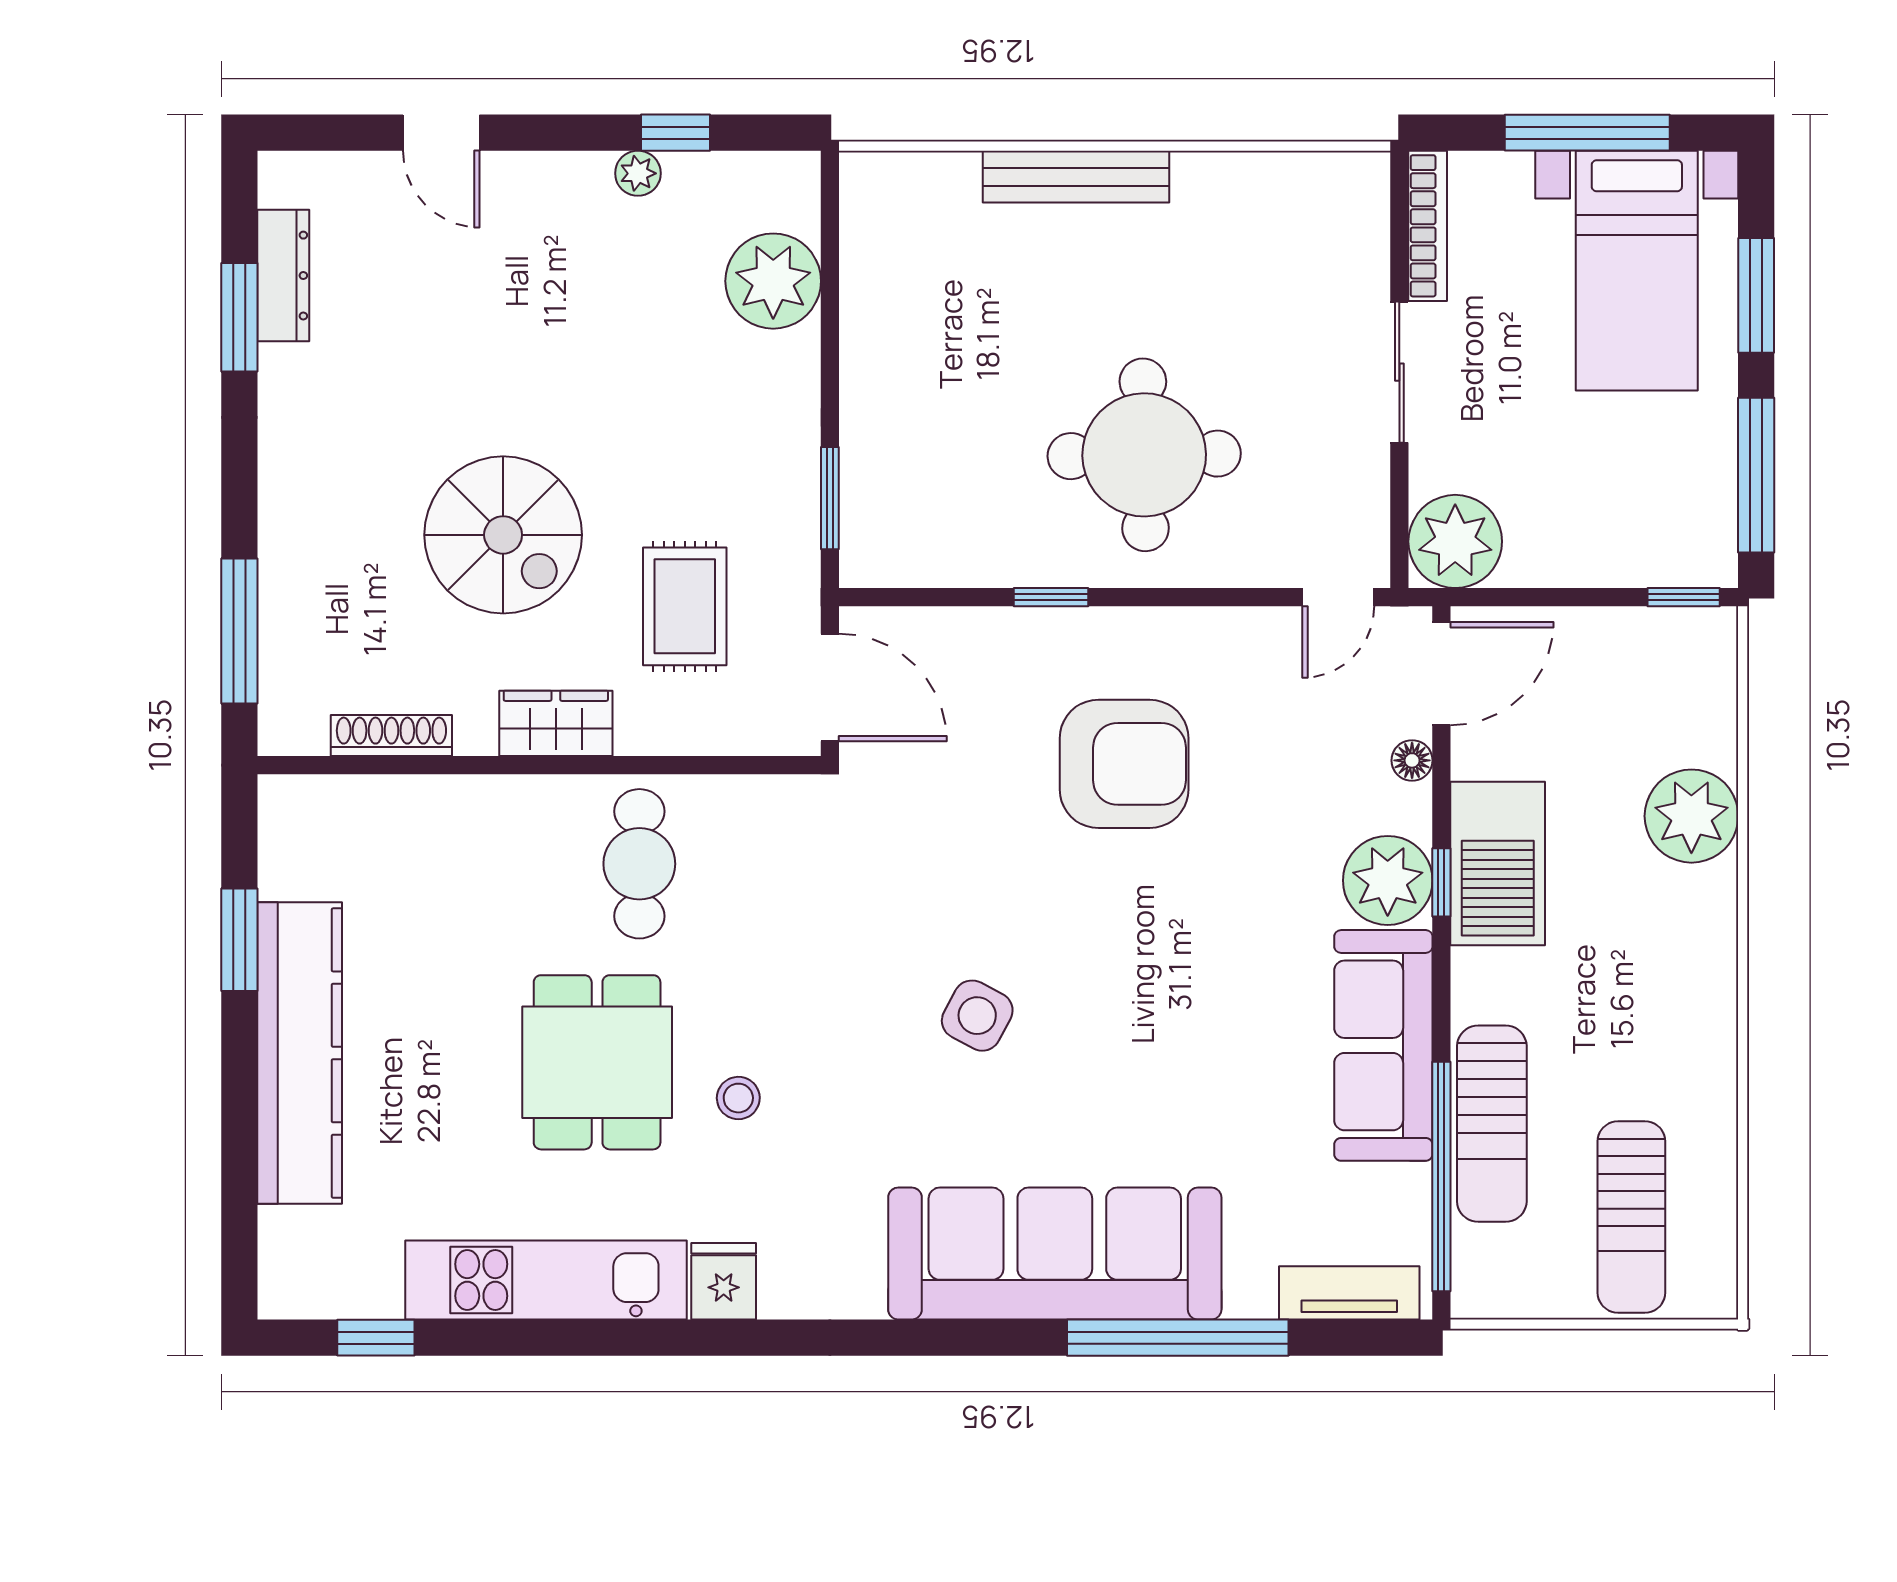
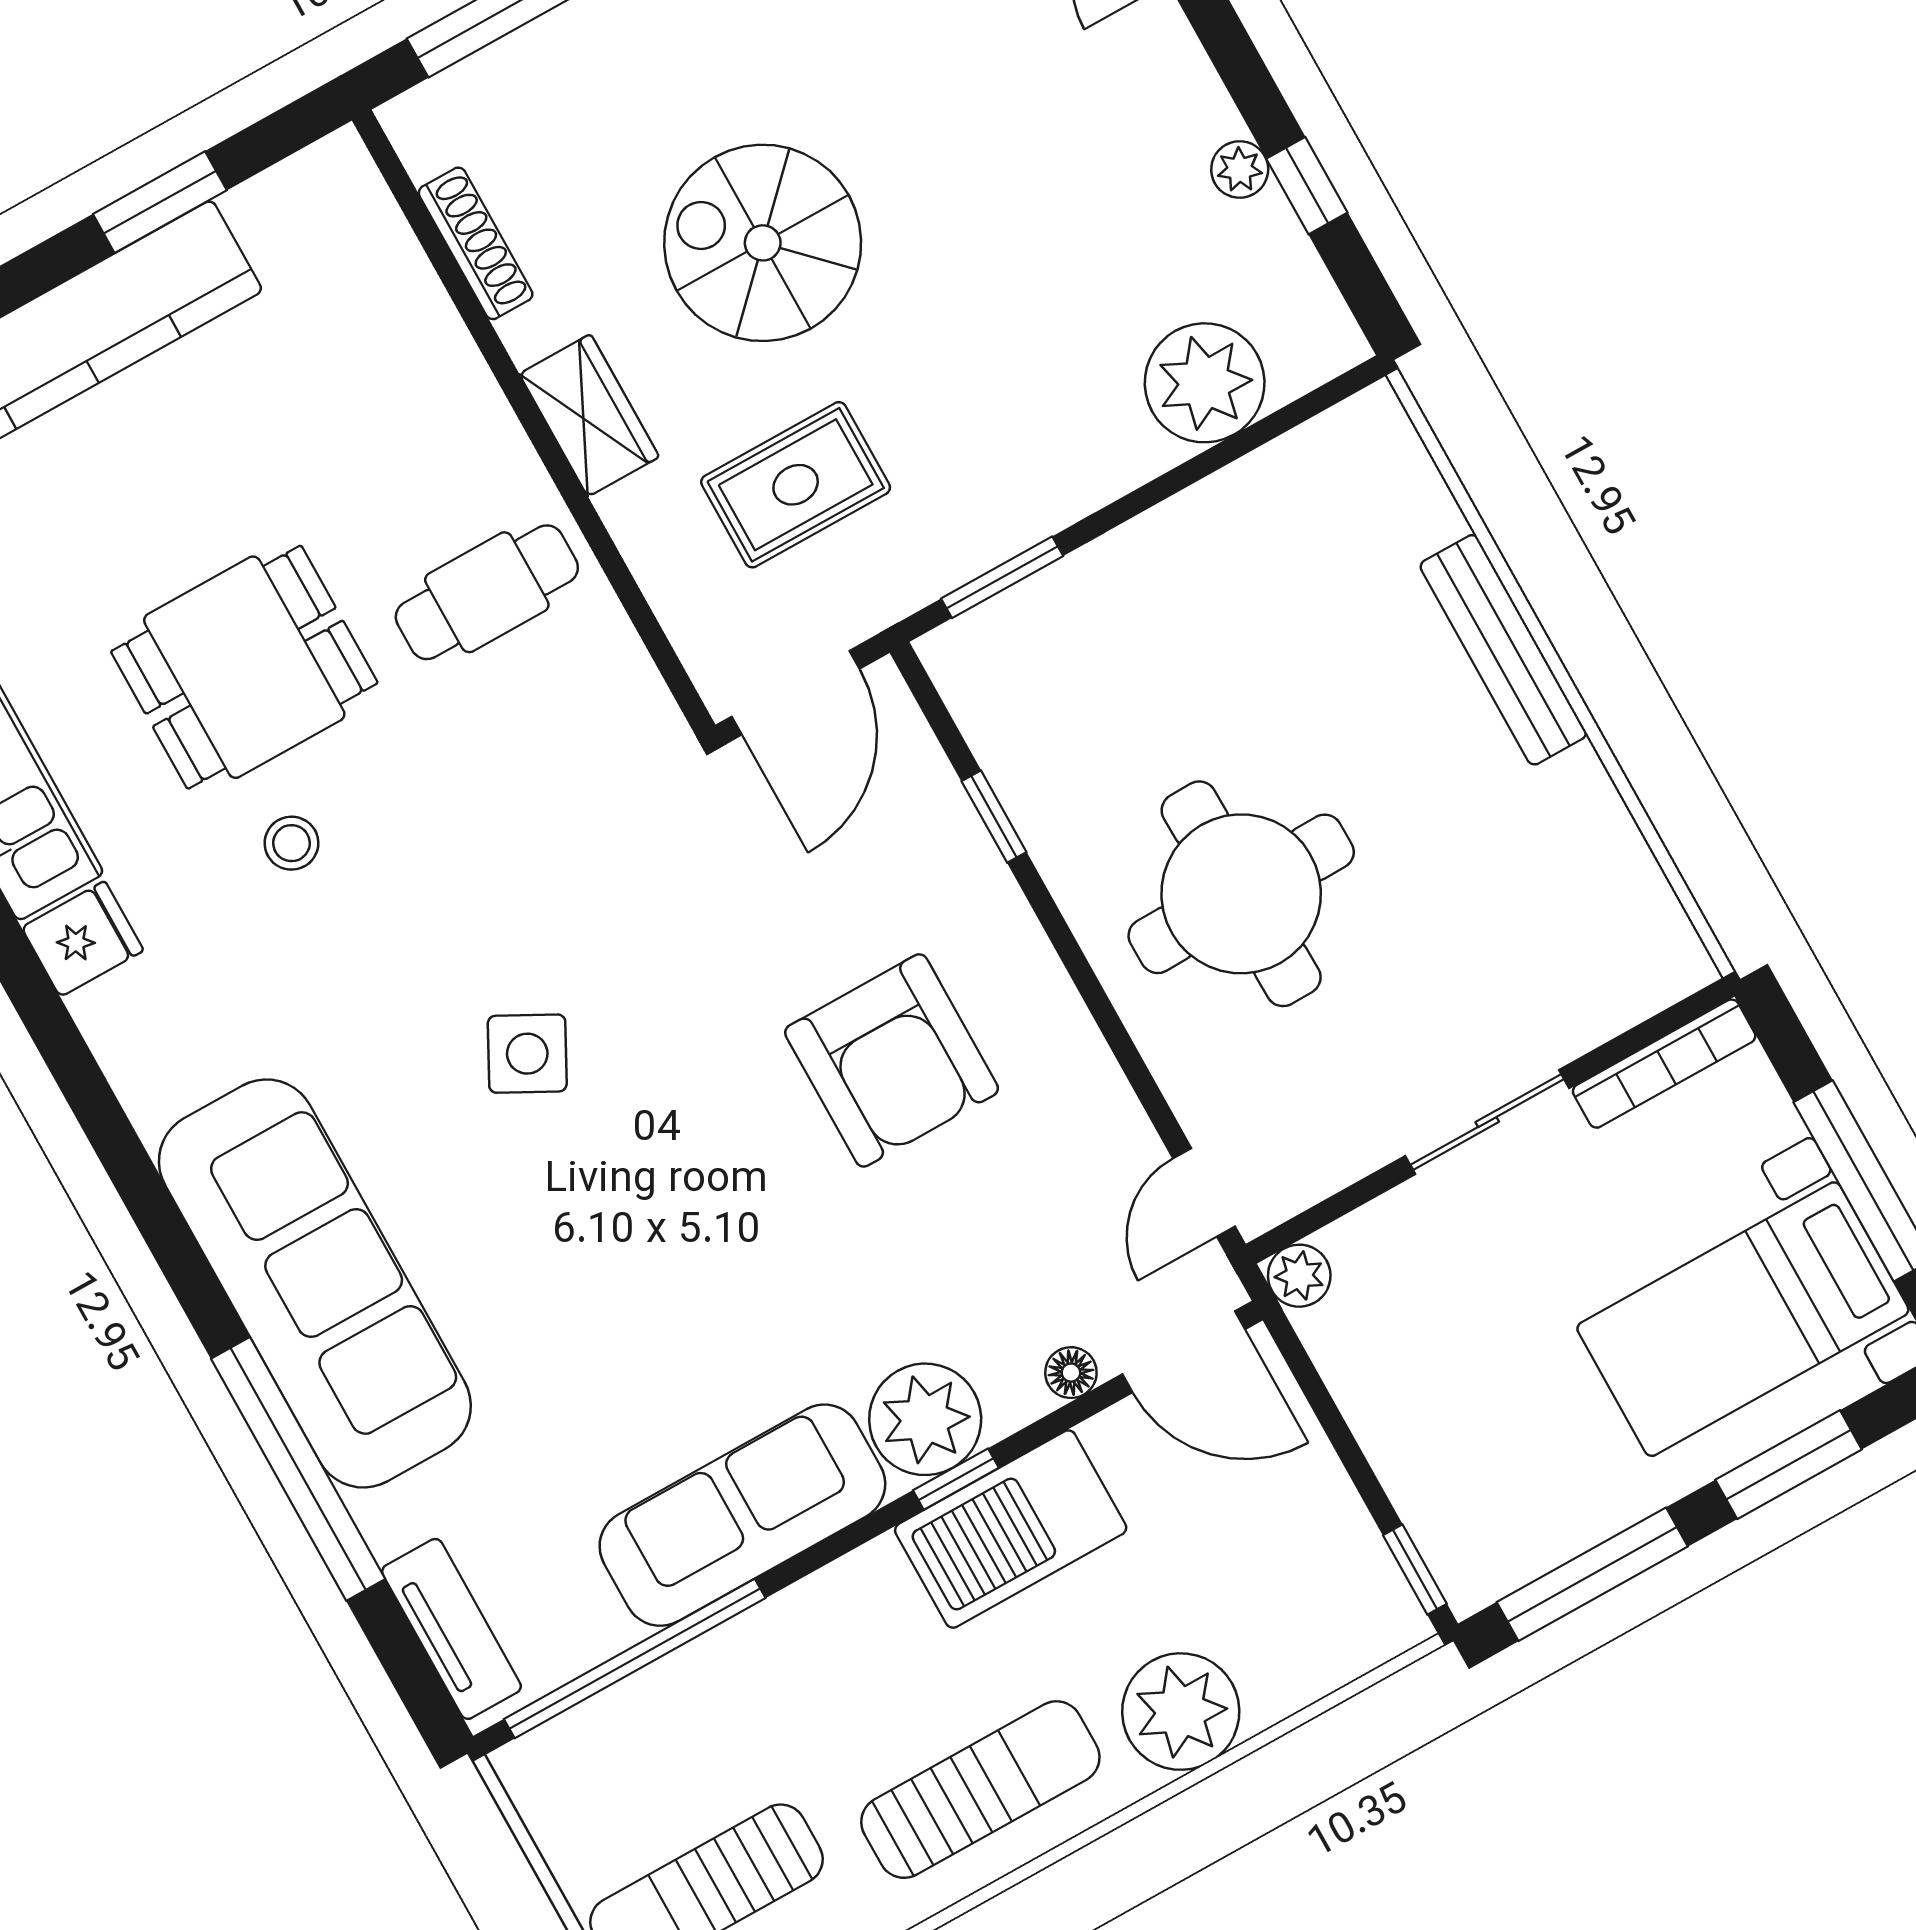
spiral stairs: (503, 535) -> (763, 243), turned 90
plant: (1455, 541) -> (1299, 1276), width x0.53, depth x0.53
window: (1051, 597) -> (994, 817), moved
door: (1338, 597) -> (1204, 1192), hinge flipped
sun lounger: (1492, 1124) -> (980, 1790), moved, turned 180

